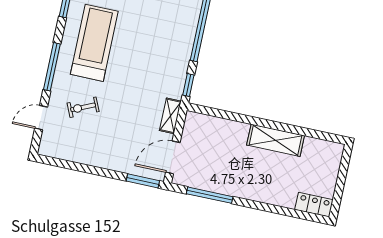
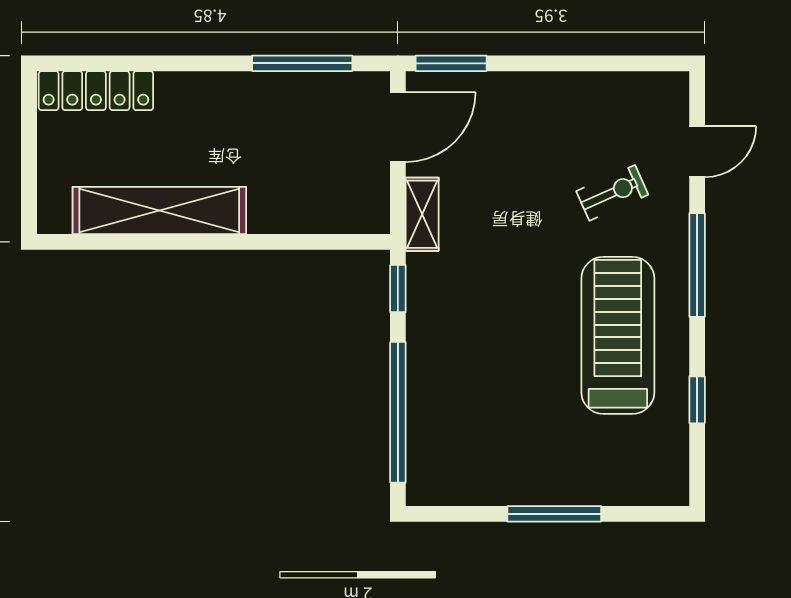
treadmill: (94, 43) -> (618, 335), turned 180
shelving: (276, 140) -> (159, 211), width x1.47
locker: (314, 205) -> (96, 91), width x1.53

